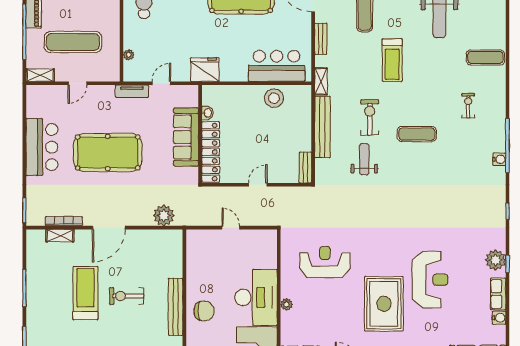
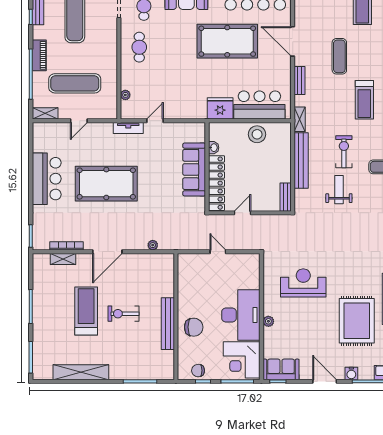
fridge: (205, 70) -> (220, 108), moved
washbasin: (207, 113) -> (214, 148), moved
wall: (200, 134) -> (207, 167), moved
sofa: (186, 137) -> (194, 169), moved
locker: (211, 152) -> (217, 183), moved
plant: (164, 216) -> (153, 245), width x0.53, depth x0.53

